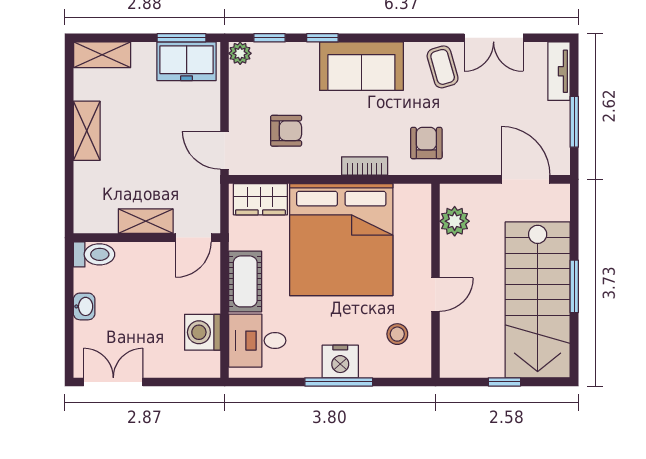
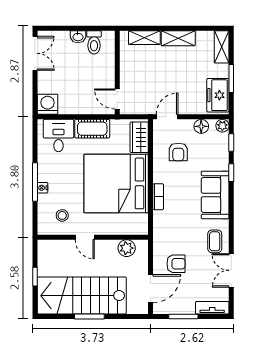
window: (182, 38) -> (231, 78), moved
coffee table: (443, 67) -> (215, 241), turned -74
floor lamp: (241, 90) -> (201, 126), added
armchair: (426, 143) -> (176, 264), moved
shelving: (146, 221) -> (144, 38), moved, turned 90
toilet: (94, 254) -> (94, 42), moved
washing machine: (203, 332) -> (47, 104), moved
nightstand: (340, 362) -> (42, 188), width x0.53, depth x0.56

